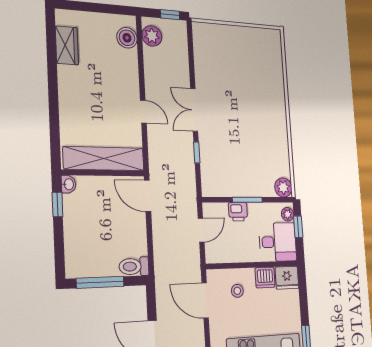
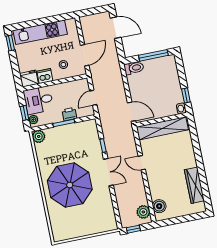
wardrobe: (67, 45) -> (194, 185), width x1.50
parasol: (250, 105) -> (70, 185), added
door: (205, 301) -> (85, 55), hinge flipped

